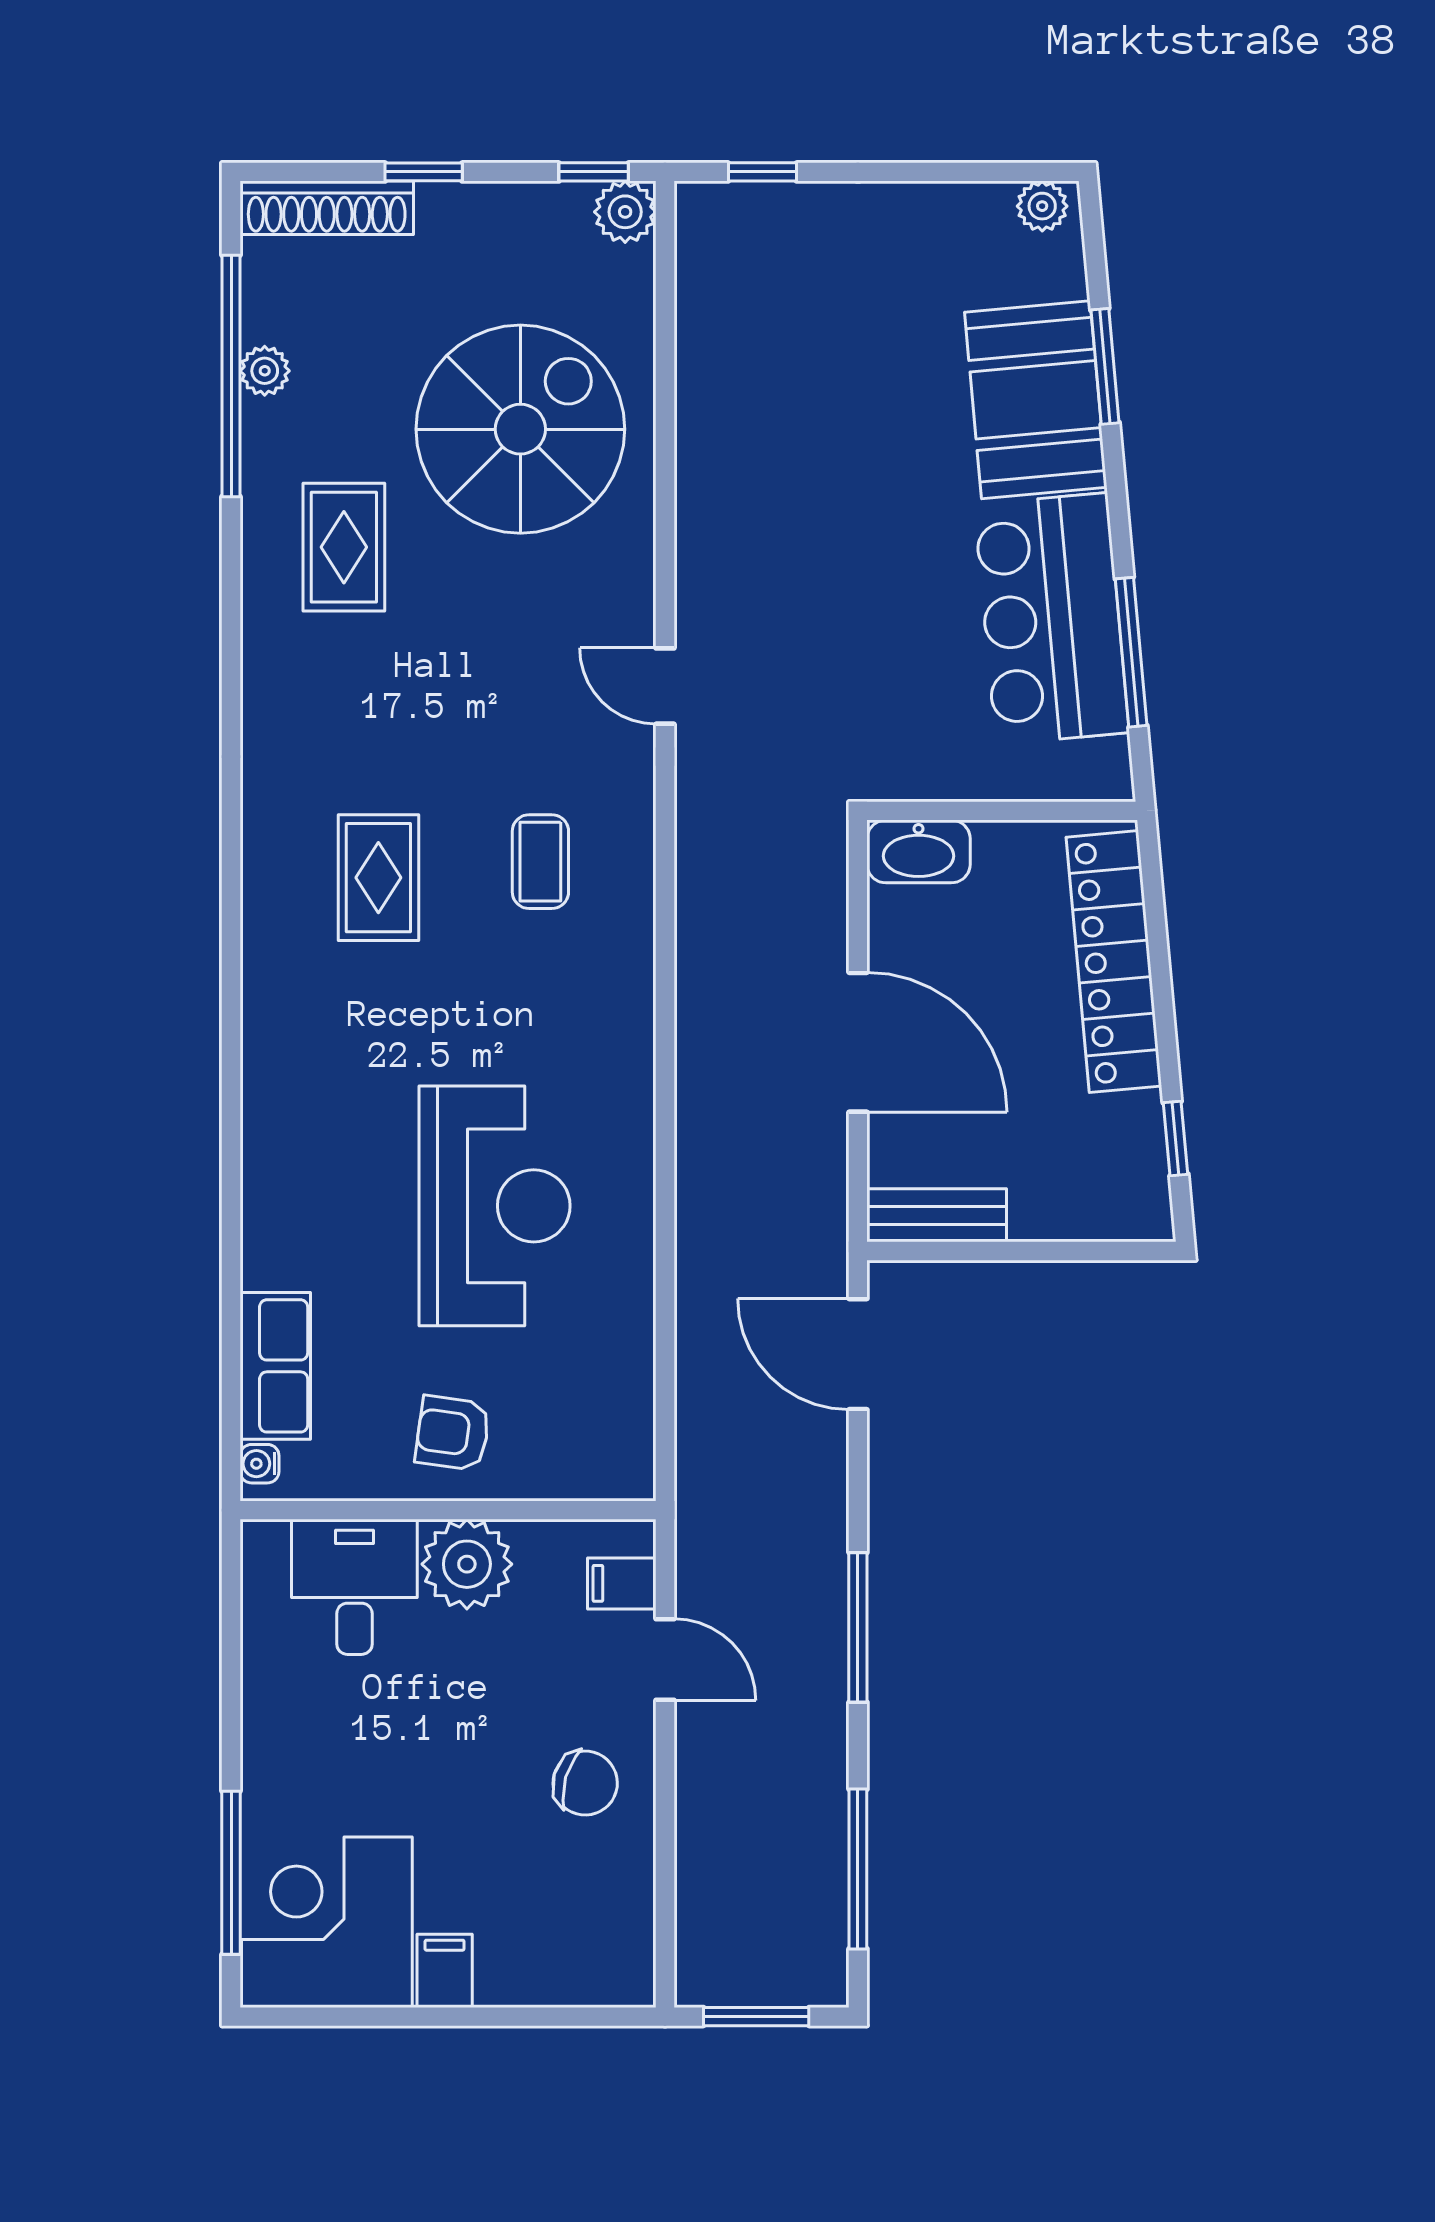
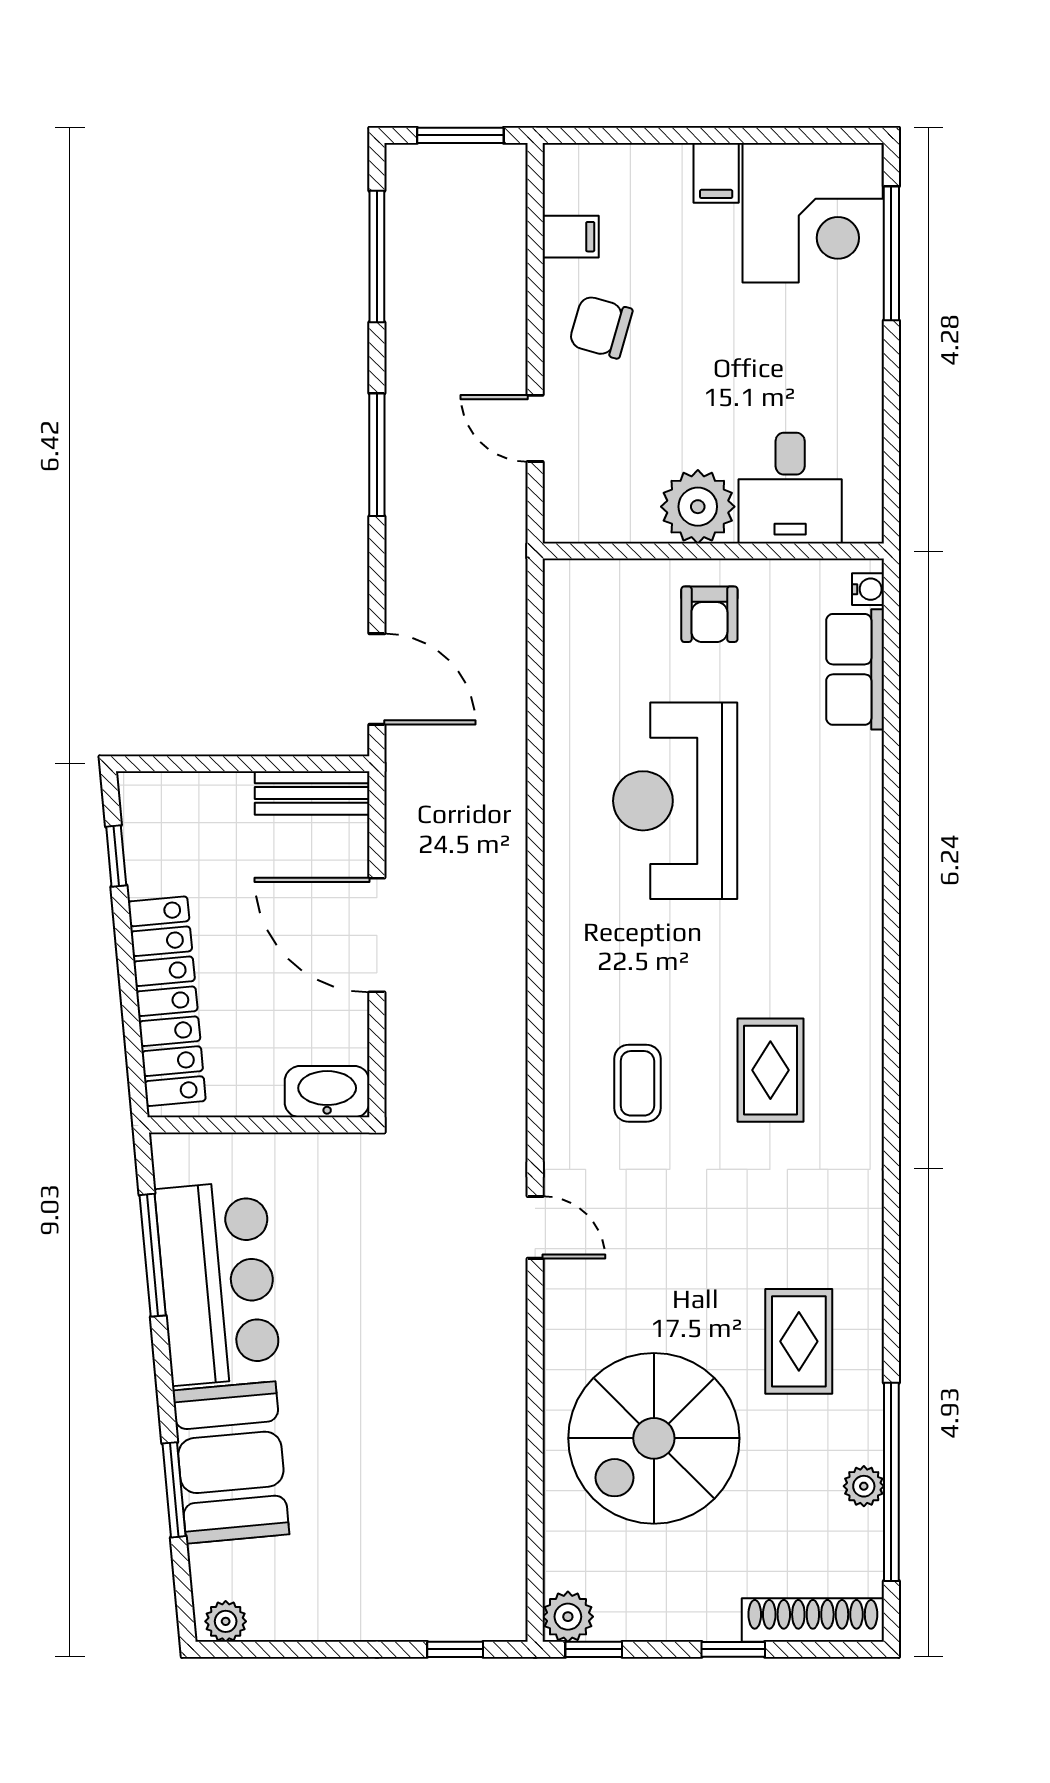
armchair: (453, 1433) -> (709, 614), turned 82
filing cabinet: (622, 1583) -> (571, 237), moved

